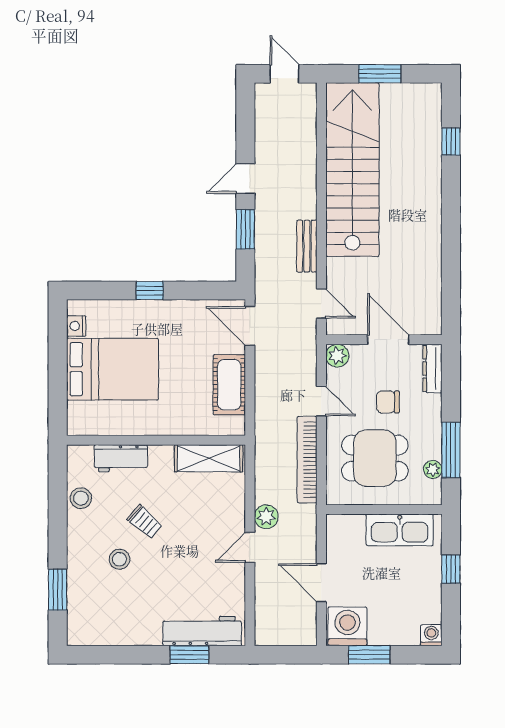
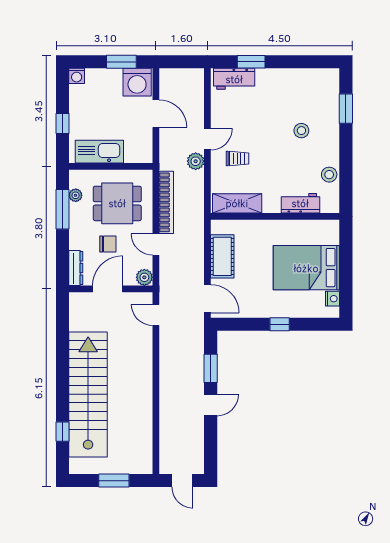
stairs: (352, 170) -> (88, 394), moved, turned 180
bench: (307, 246) -> (166, 356), removed
door: (388, 340) -> (108, 289), swing flipped
trolley: (145, 522) -> (238, 158), moved, turned 139
workbench: (202, 631) -> (234, 79), width x0.73

